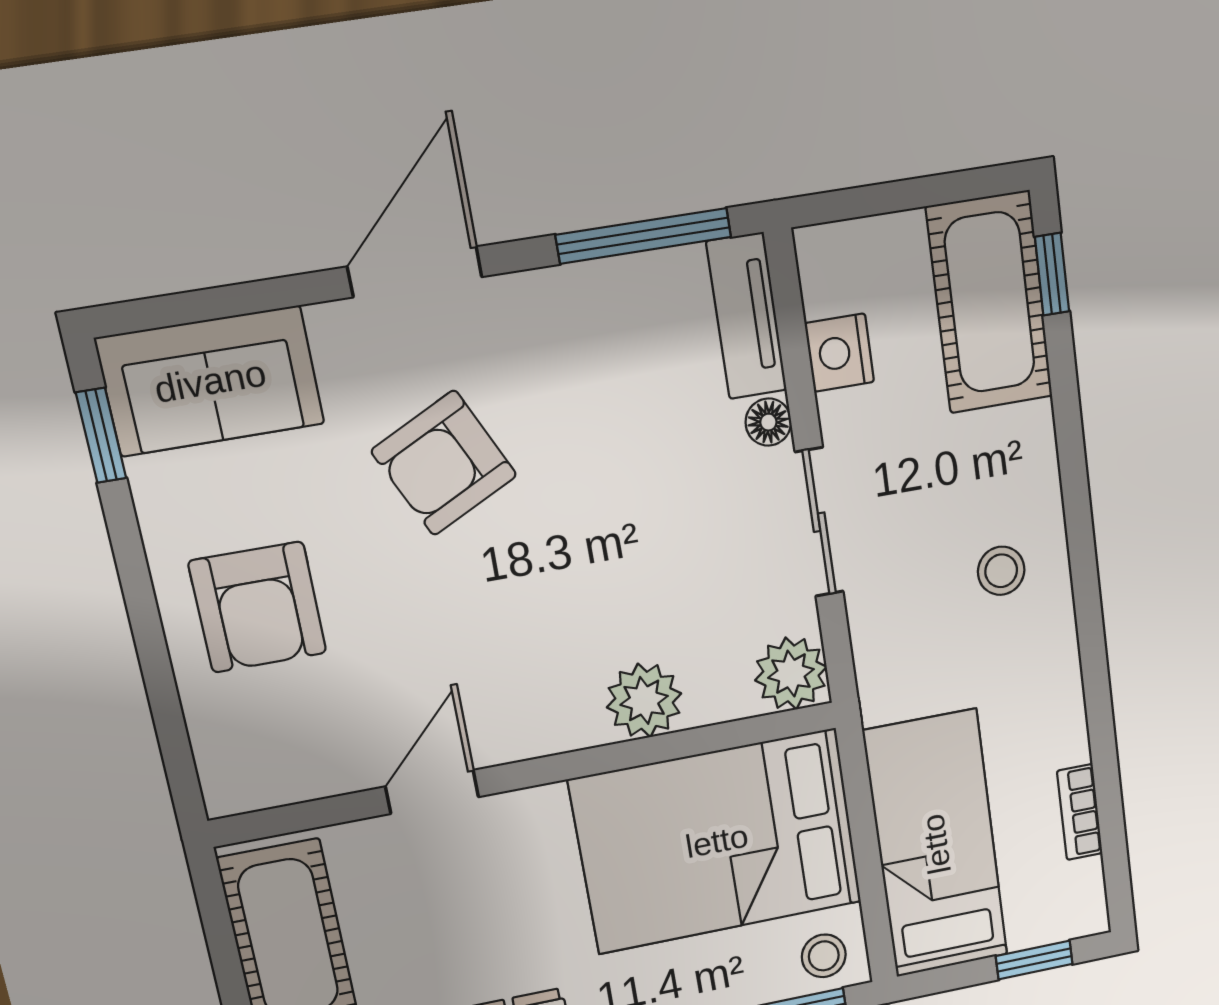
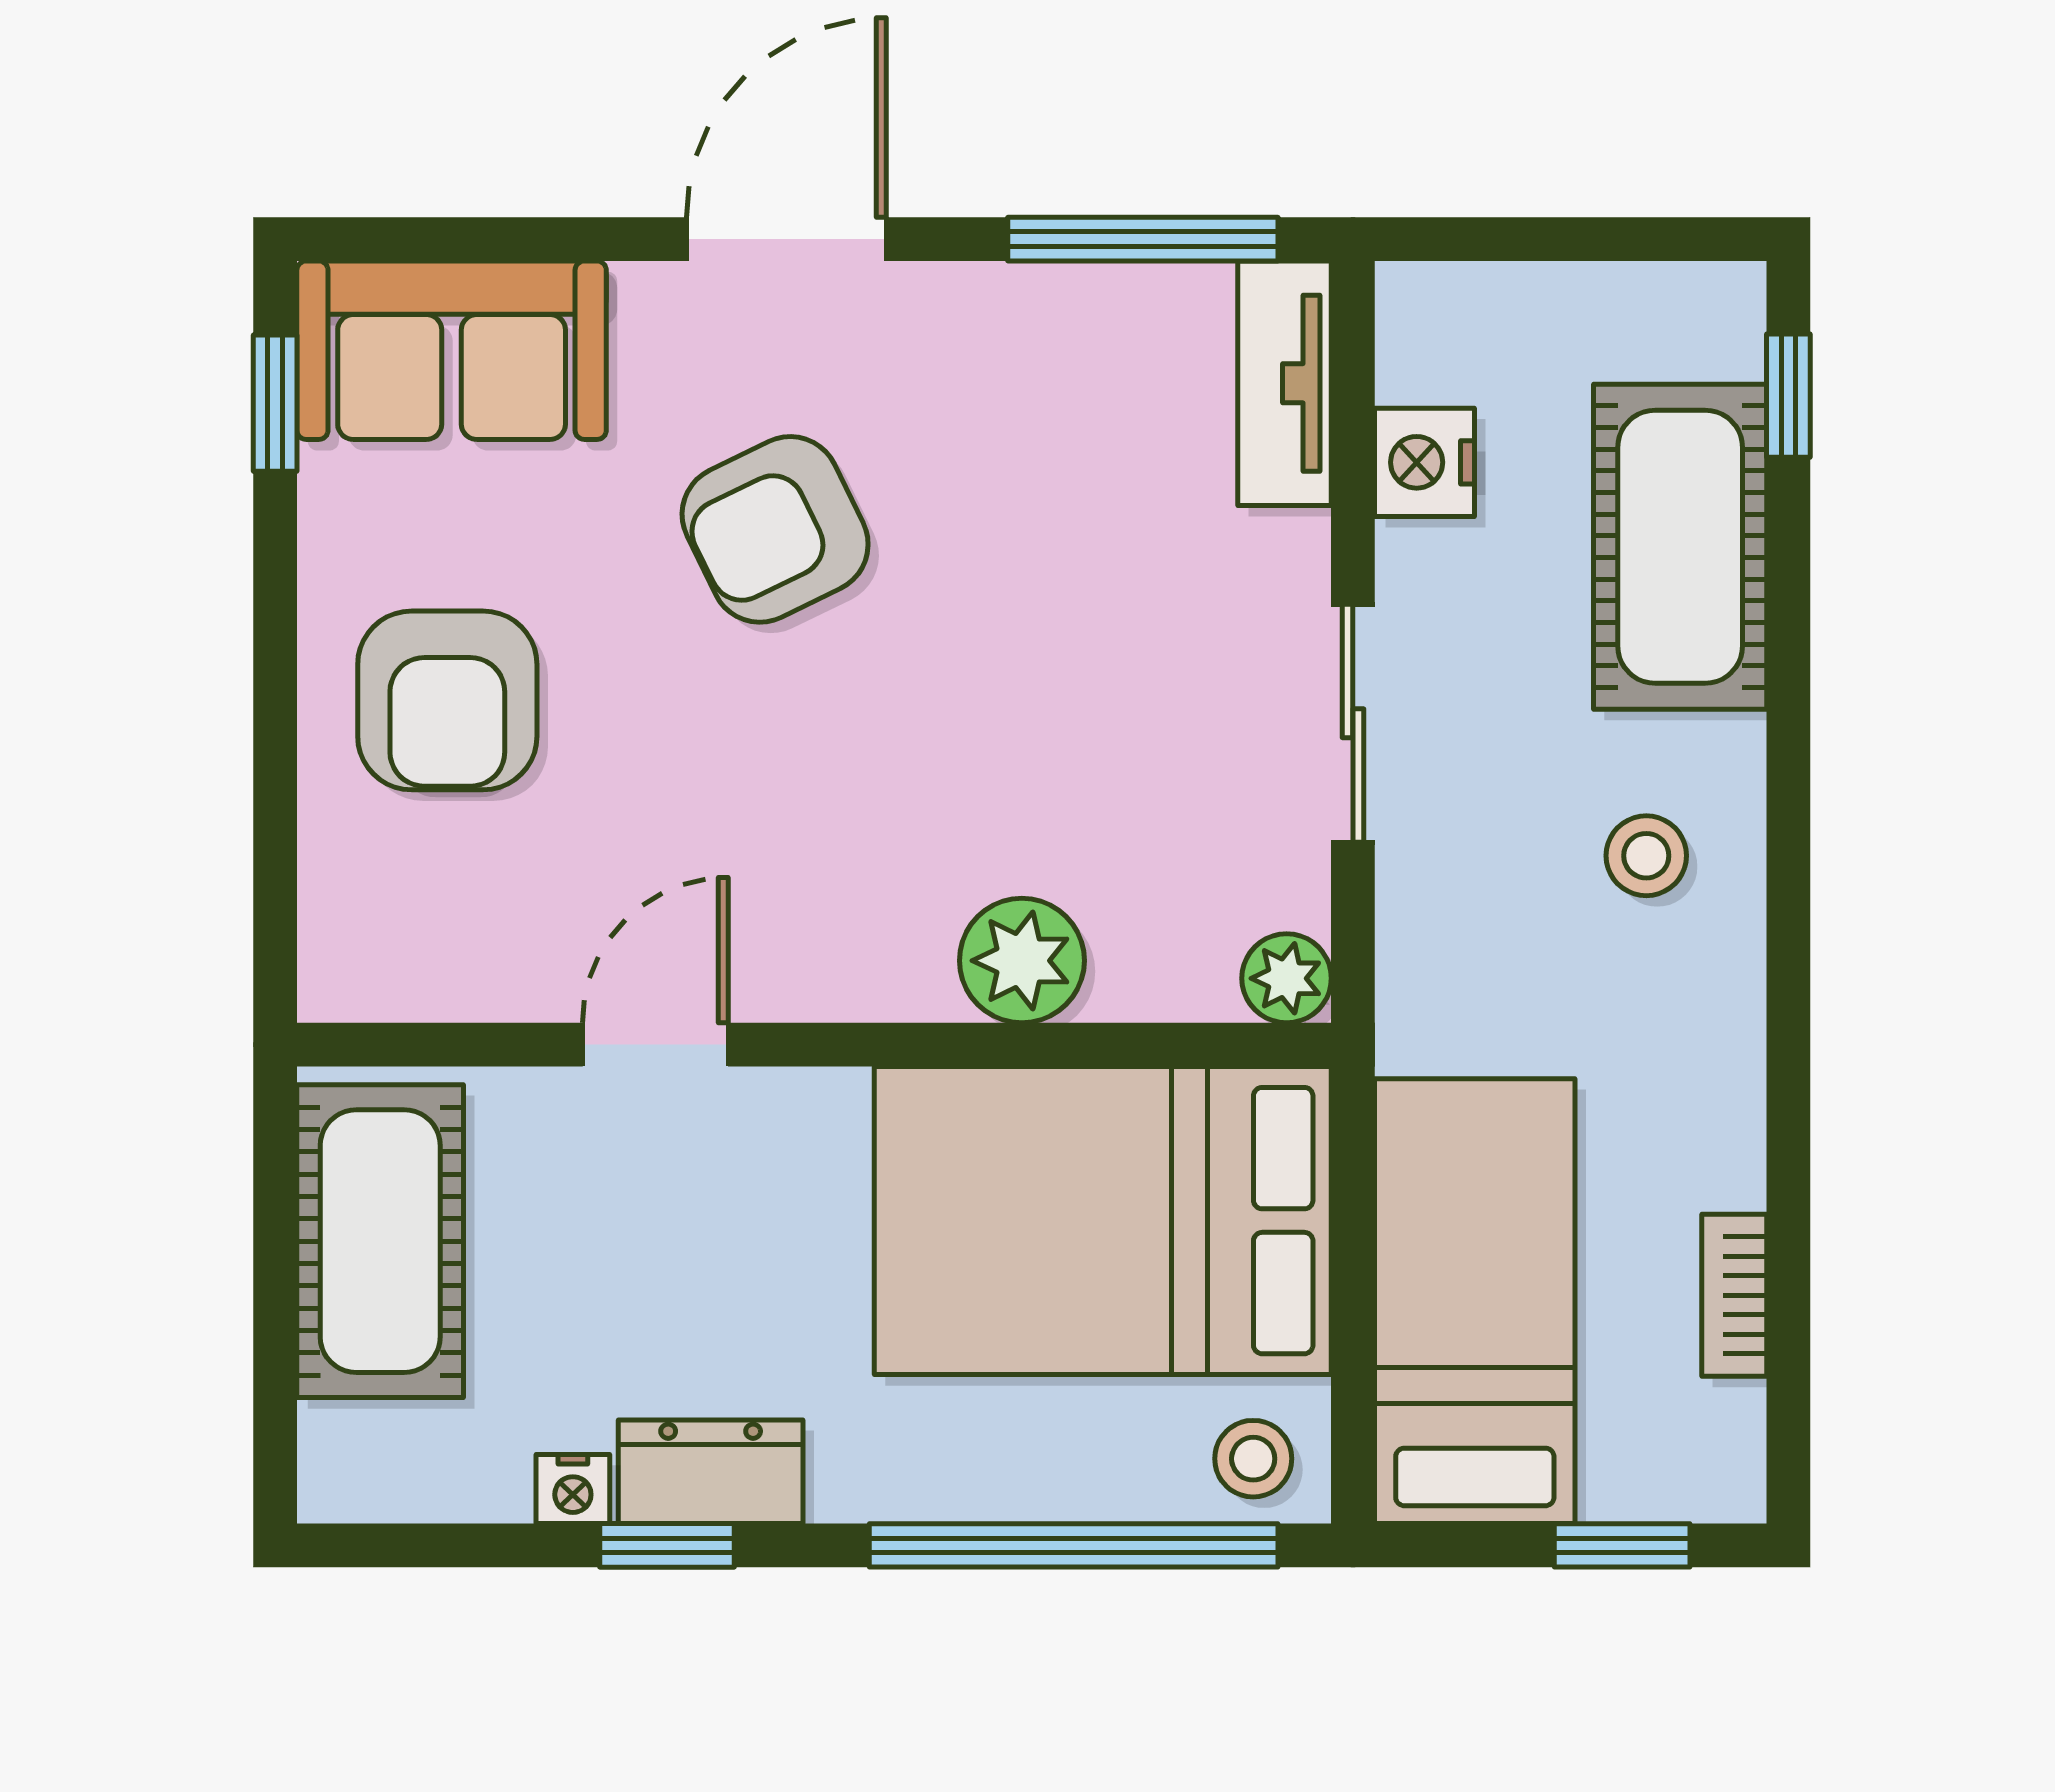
cot: (990, 303) -> (1680, 547), moved
floor lamp: (768, 422) -> (1294, 551), removed
plant: (791, 674) -> (1287, 978), width x0.73, depth x0.73

